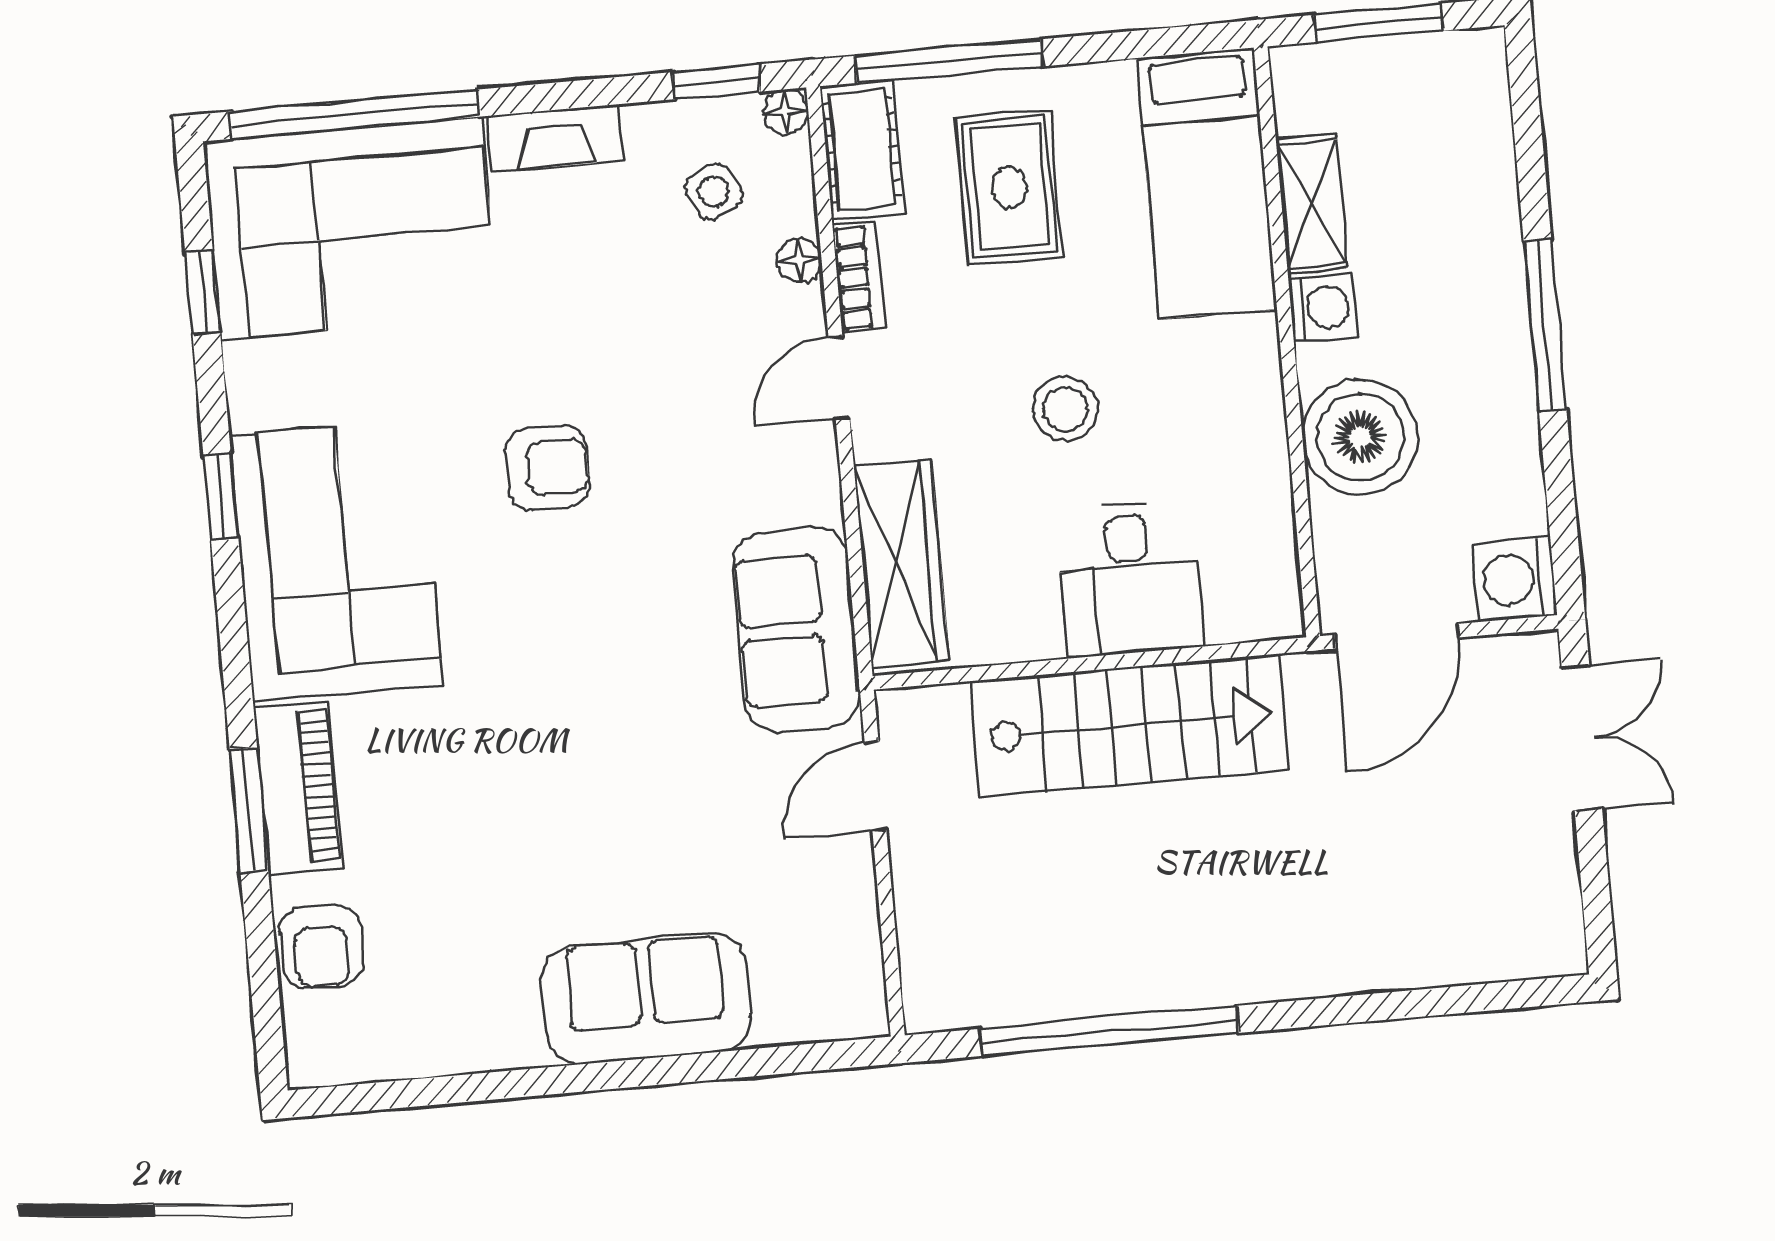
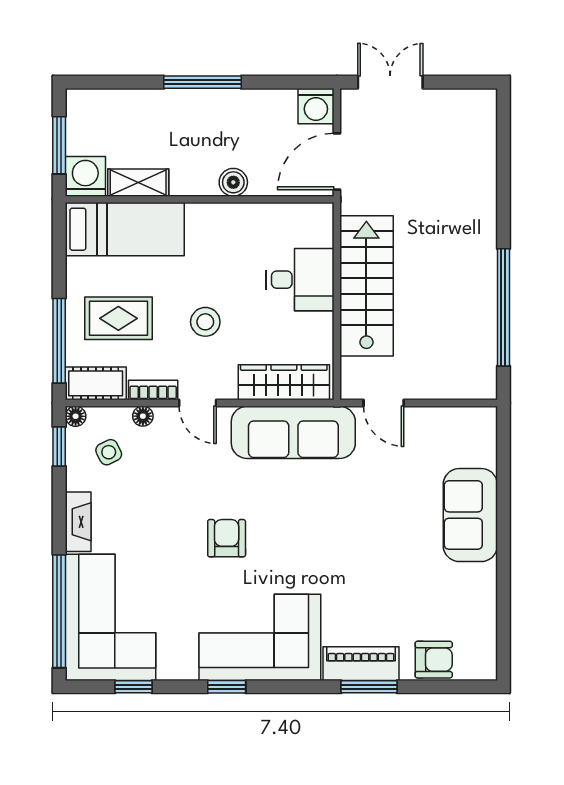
washing machine: (1323, 308) -> (85, 176), moved, width x1.38, depth x1.38
stool: (1065, 409) -> (205, 322), moved
boiler: (1360, 437) -> (233, 182), width x0.54, depth x0.54
sofa: (796, 630) -> (293, 432), width x1.36
door: (1397, 636) -> (337, 162), swing flipped

